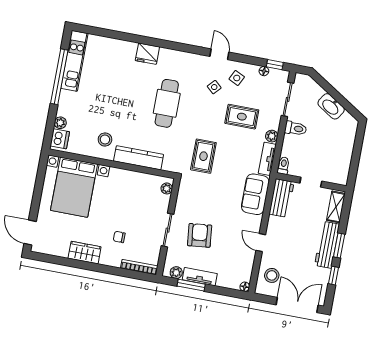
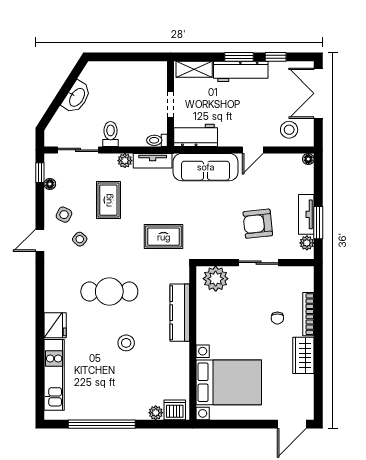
kitchen unit: (74, 61) -> (54, 375), moved, turned 90
stool: (105, 139) -> (126, 343), moved
plant: (167, 188) -> (216, 279), width x1.87, depth x1.87
sofa: (255, 194) -> (206, 167), width x1.36
bookcase: (139, 267) -> (308, 314), moved

